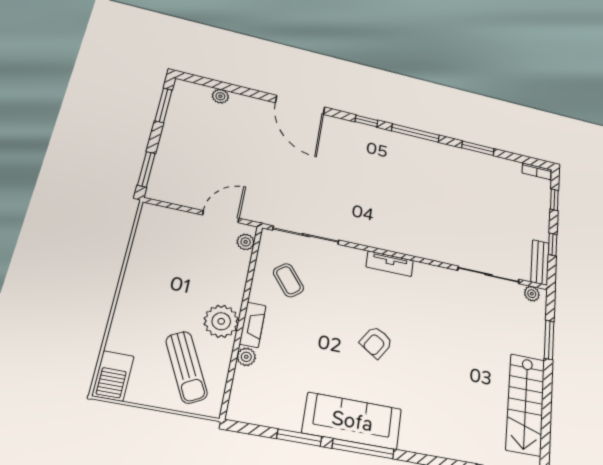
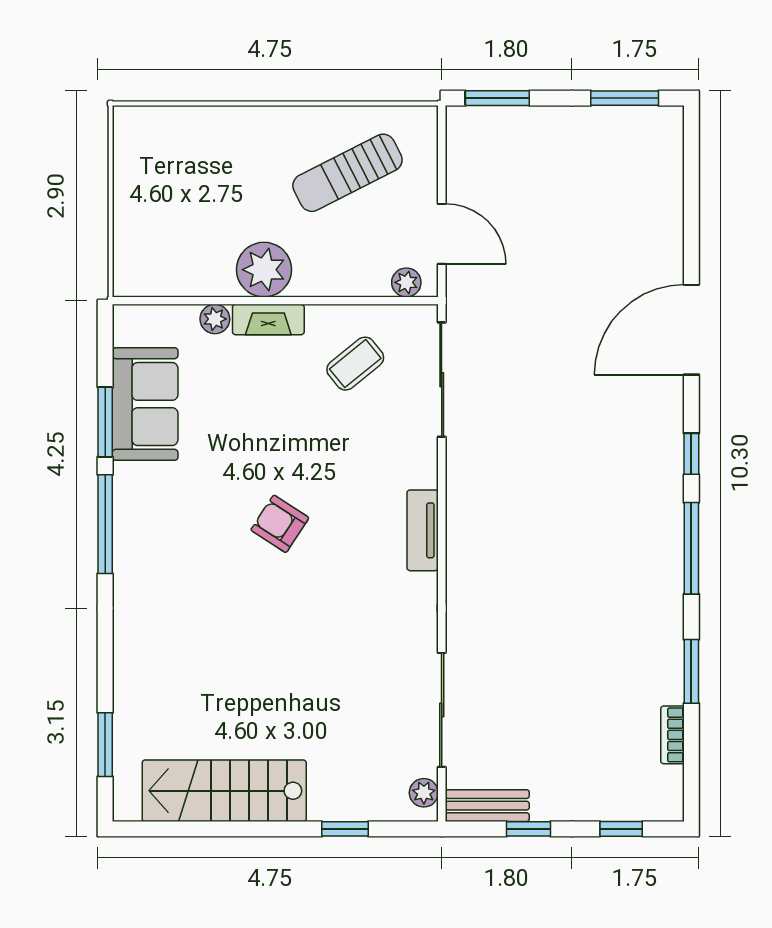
plant: (220, 96) -> (670, 188), removed
bookcase: (537, 171) -> (673, 735), moved
window: (549, 340) -> (345, 829), width x0.67
sun lounger: (187, 367) -> (347, 173), moved
barbecue: (113, 376) -> (148, 128), removed
sofa: (352, 421) -> (145, 404), moved, width x0.73

